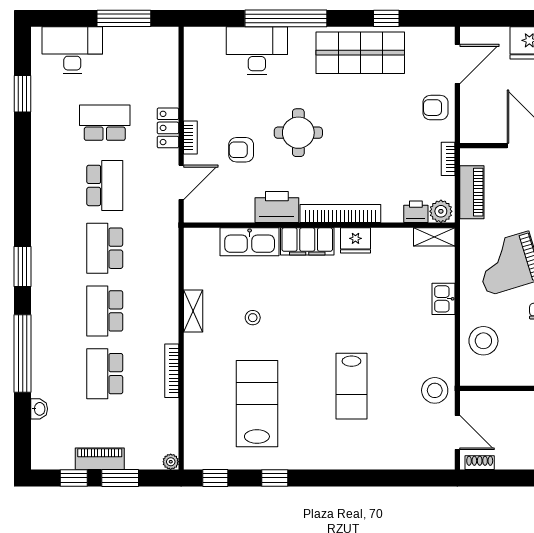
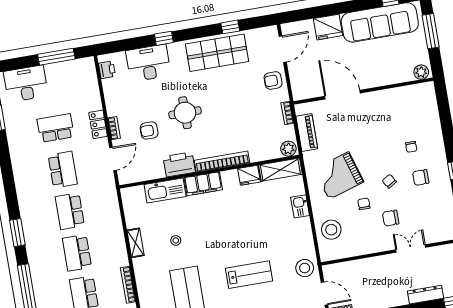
window: (286, 18) -> (164, 38), width x0.32
printer: (416, 212) -> (107, 70), moved, turned 90
shelving: (434, 237) -> (280, 170), width x1.50, depth x1.33
fridge: (355, 240) -> (249, 175), moved
lab bench: (351, 386) -> (249, 275), turned -90

